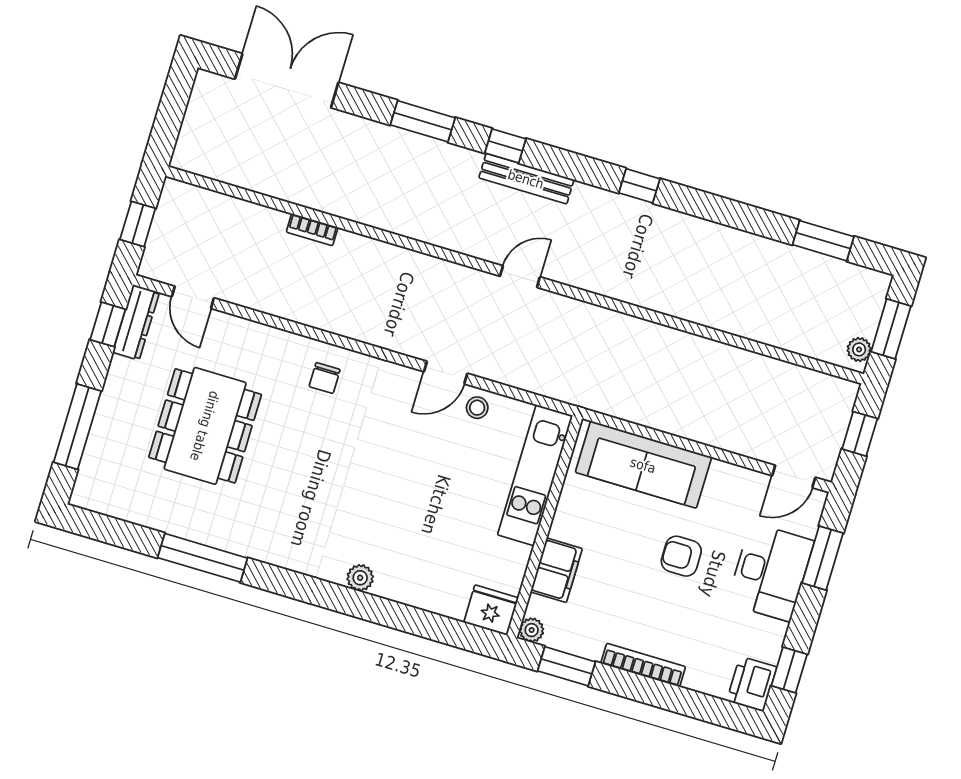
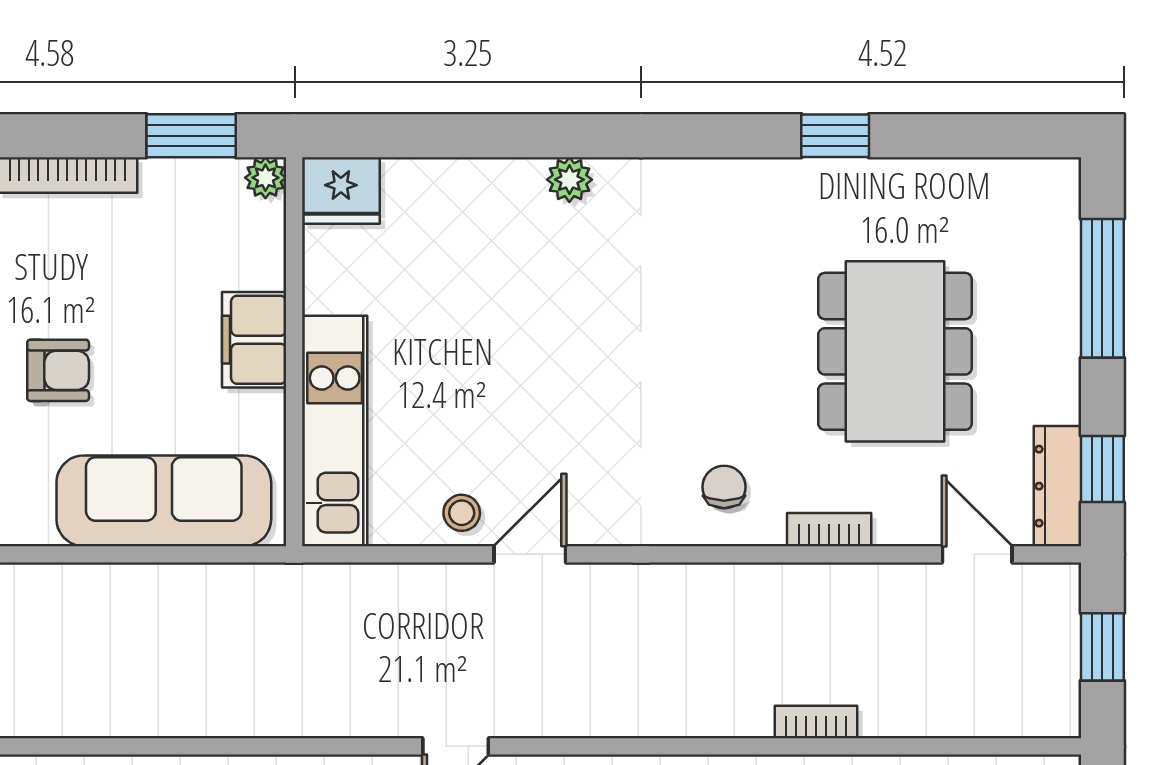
bookcase: (272, 336) -> (829, 530), added
window: (203, 558) -> (835, 136), width x0.46
filing cabinet: (556, 570) -> (254, 340), moved

